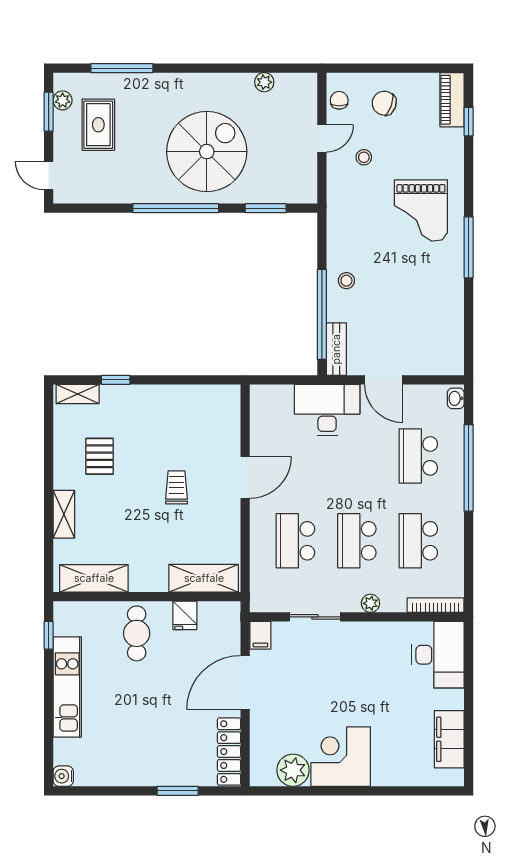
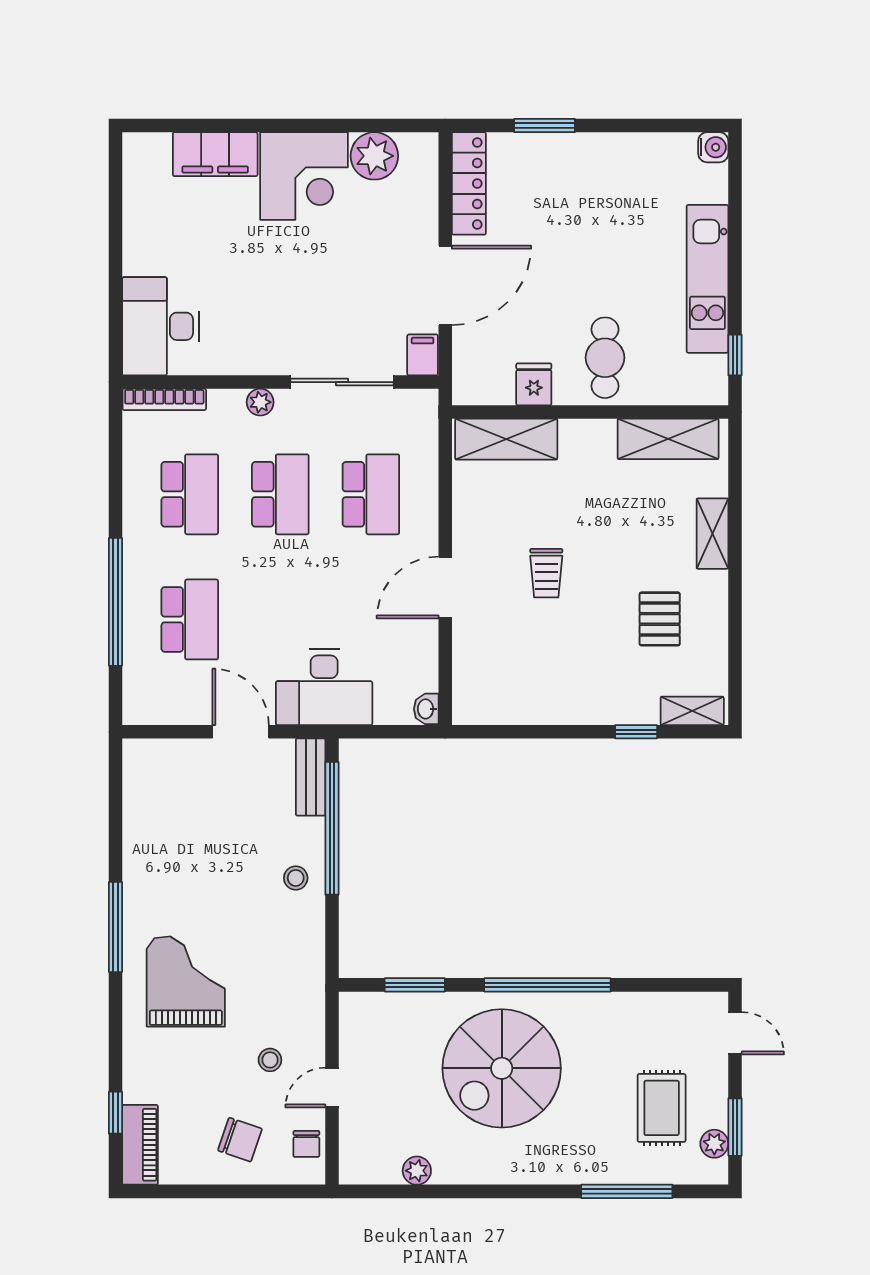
washbasin: (456, 398) -> (426, 709), moved, turned 180
sliding door: (315, 617) -> (342, 382), width x1.37
filing cabinet: (449, 739) -> (215, 154), moved, turned 90

